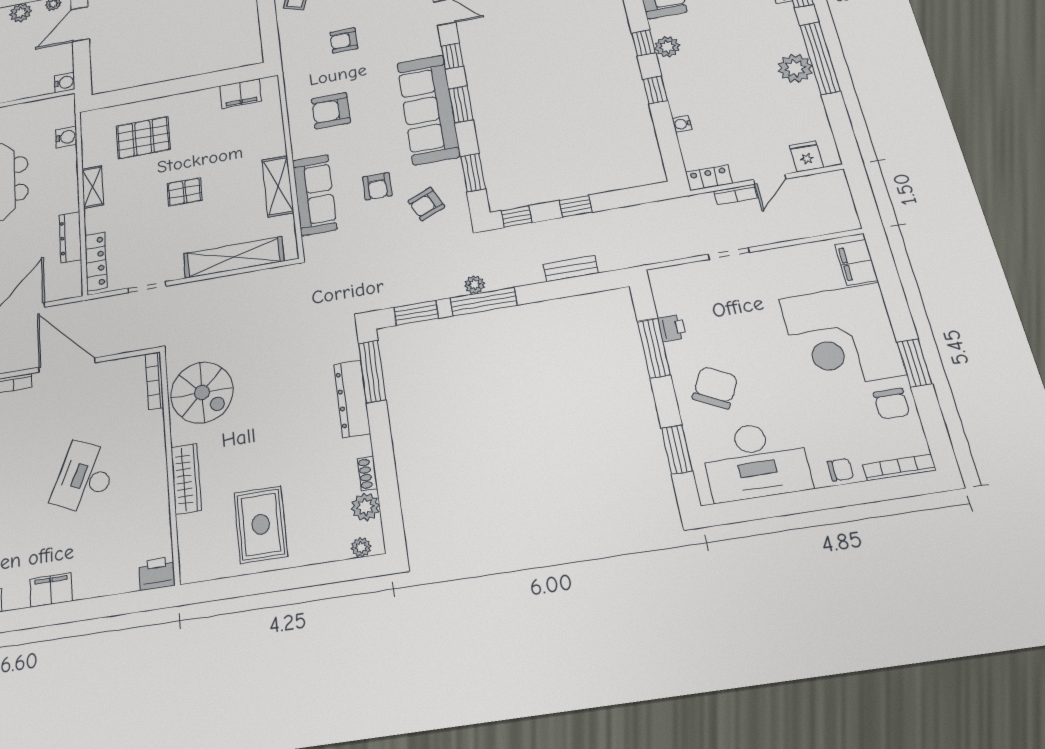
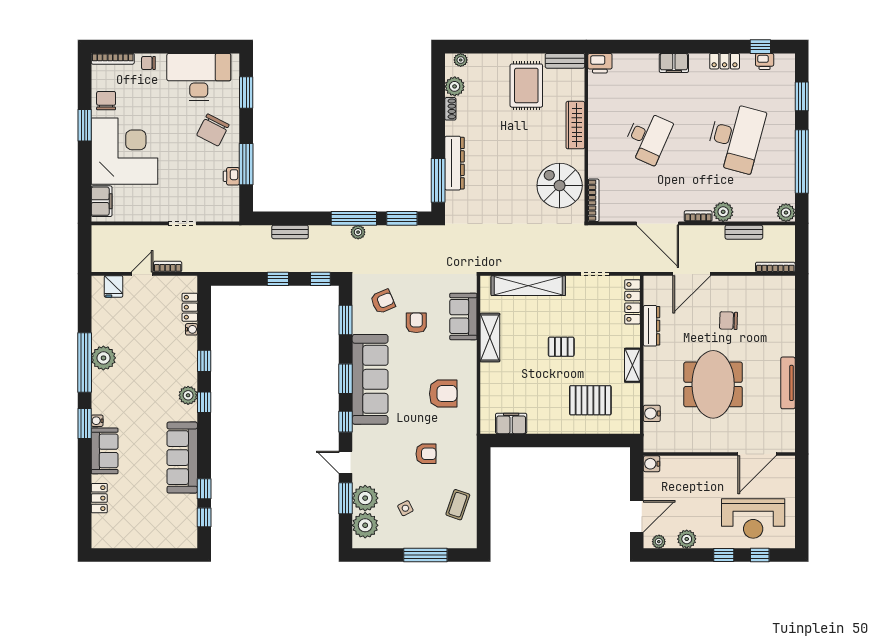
locker: (709, 178) -> (190, 307), moved, turned 90
sofa: (315, 195) -> (463, 316), width x0.73
bench: (208, 569) -> (565, 61), added

